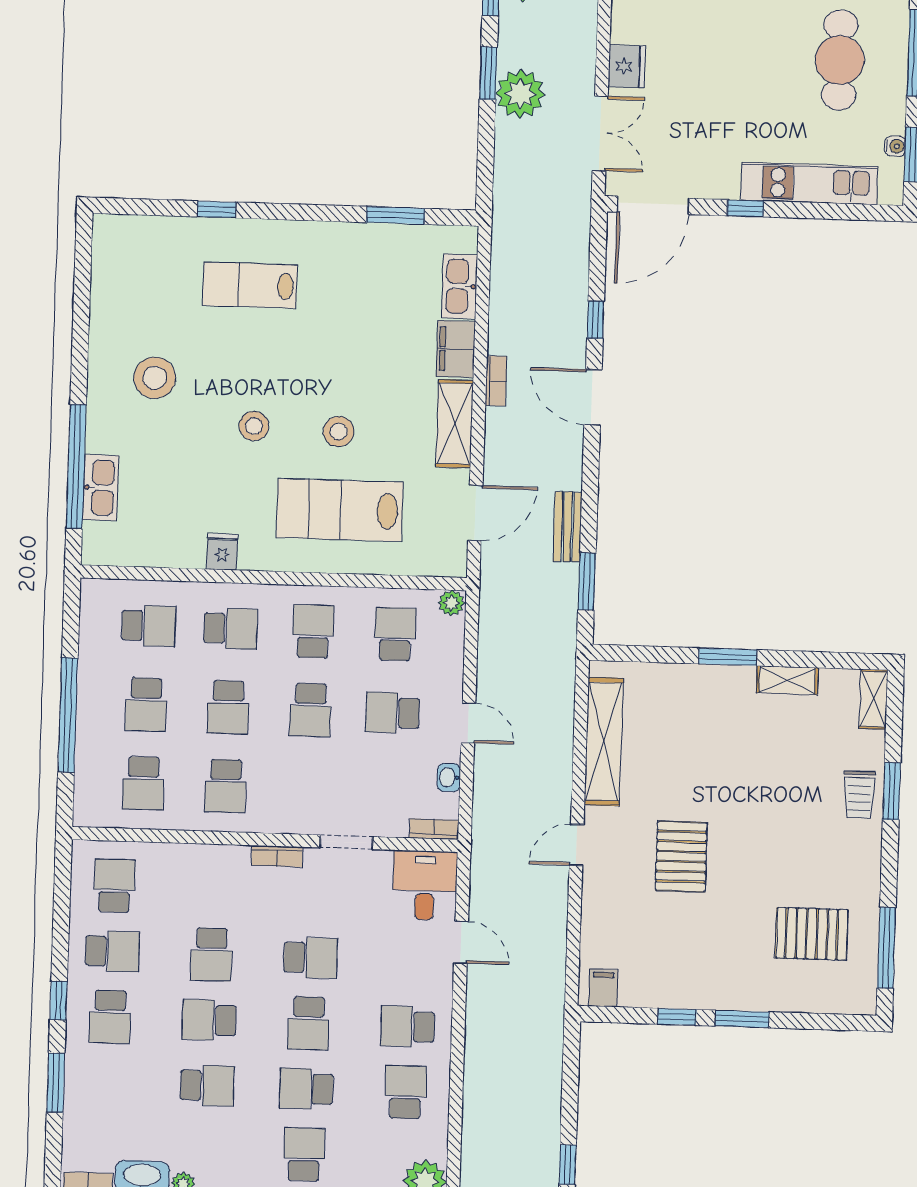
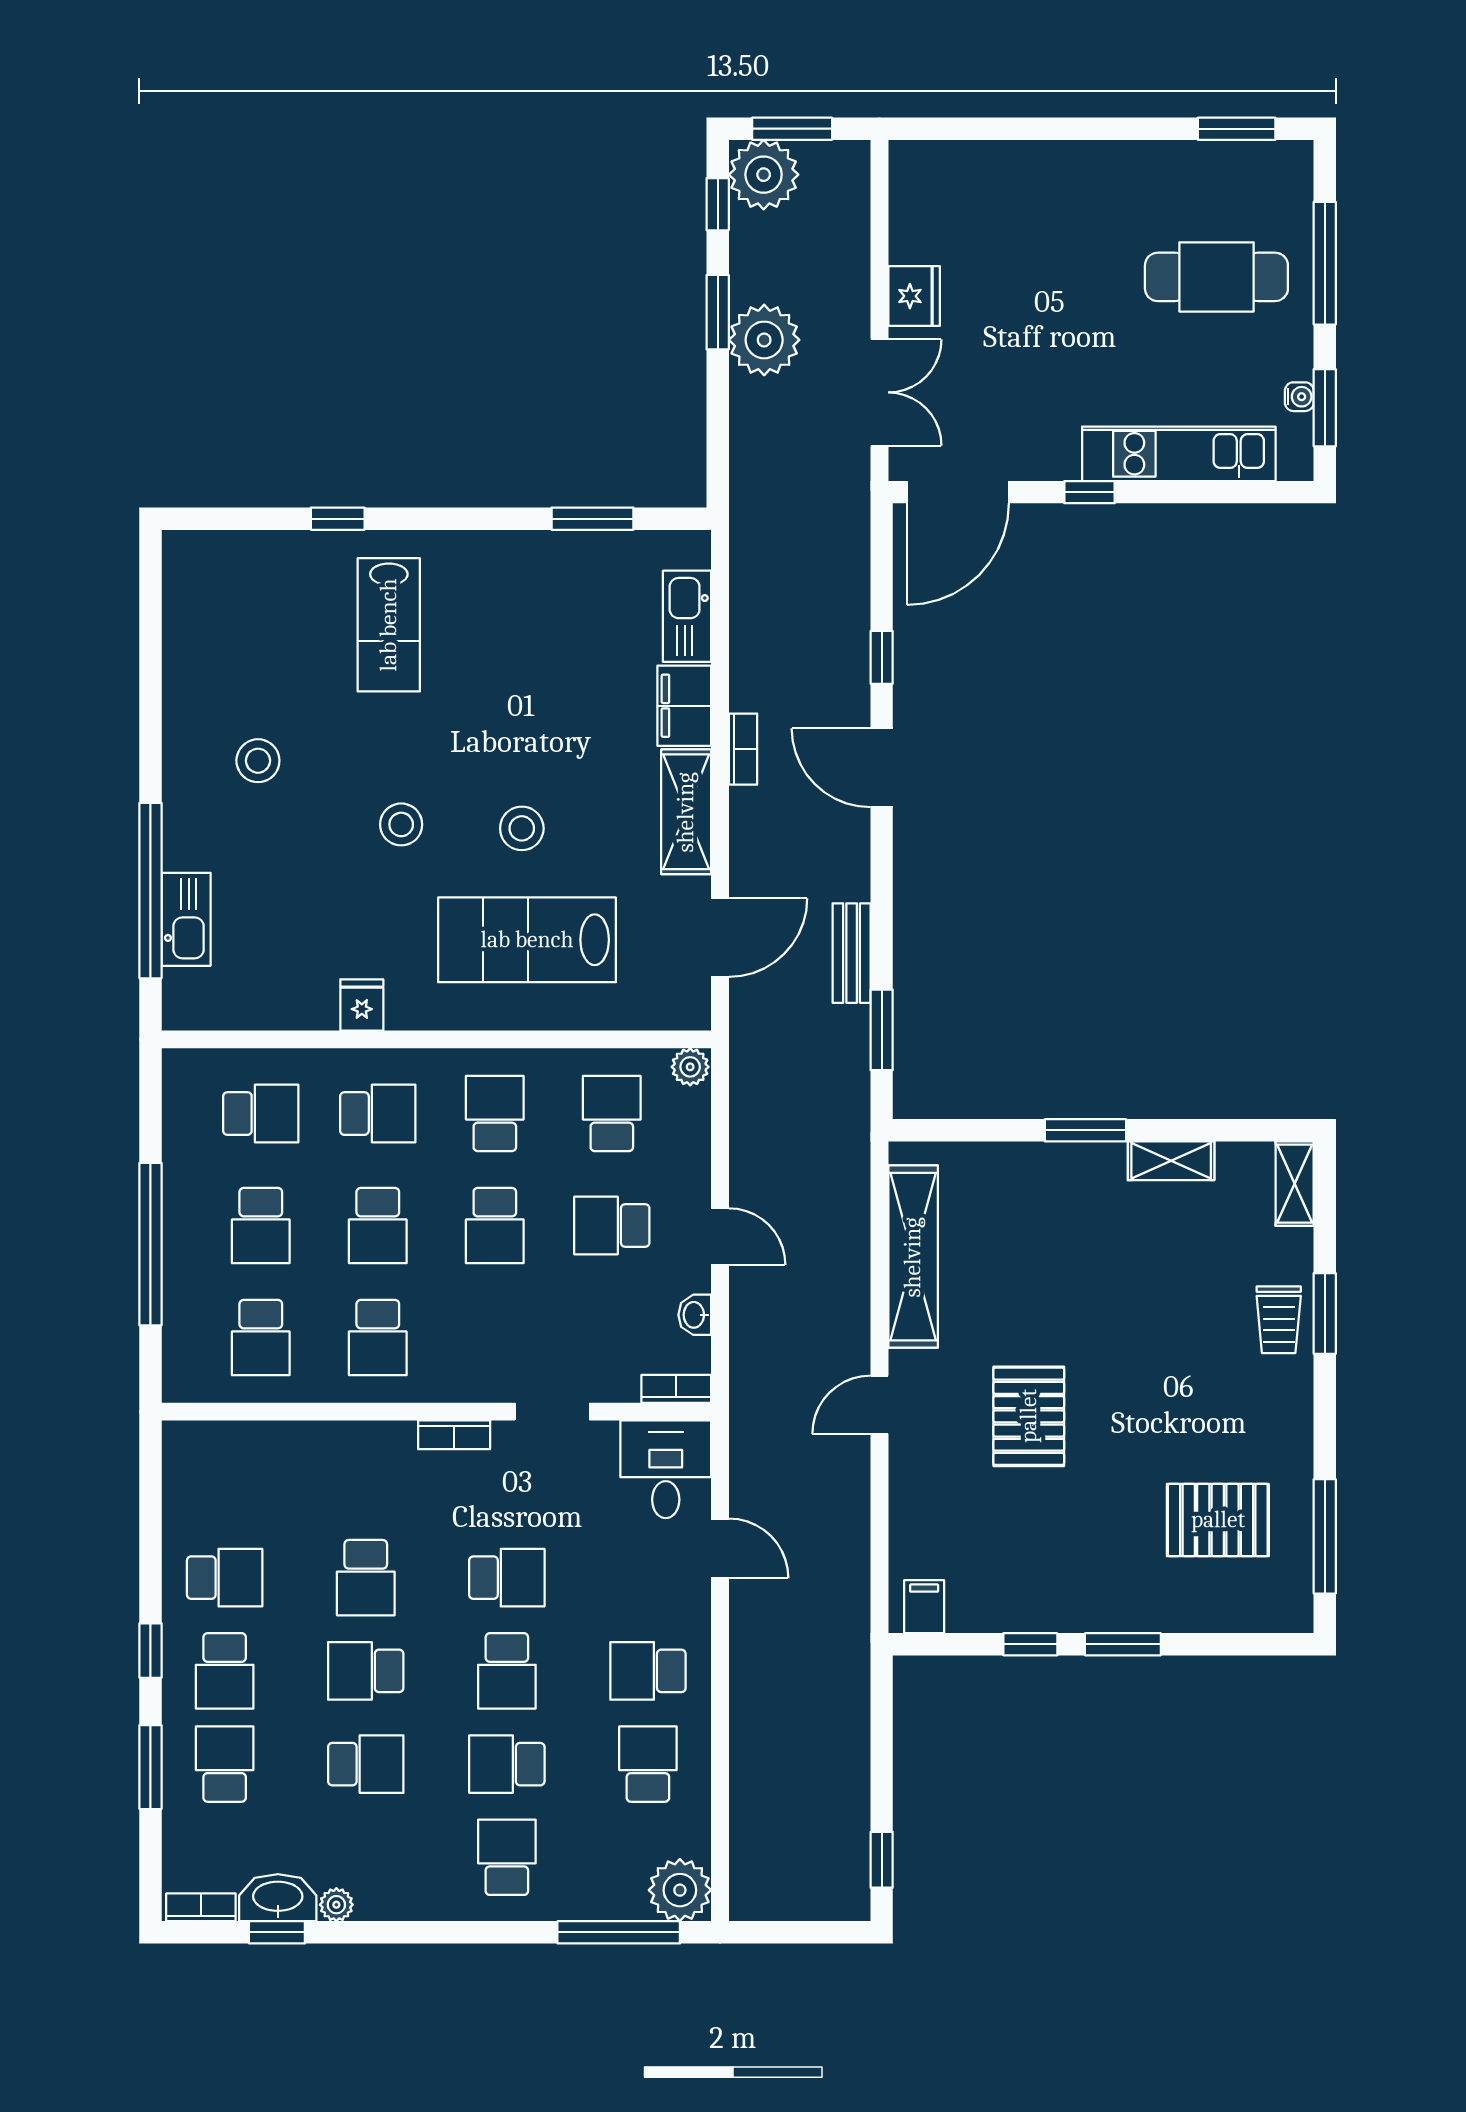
cafe table: (840, 60) -> (1216, 277), turned 90
lab bench: (250, 285) -> (389, 625), turned -90
stool: (155, 378) -> (258, 761), width x0.73, depth x0.73
school desk: (114, 886) -> (225, 1764), moved

